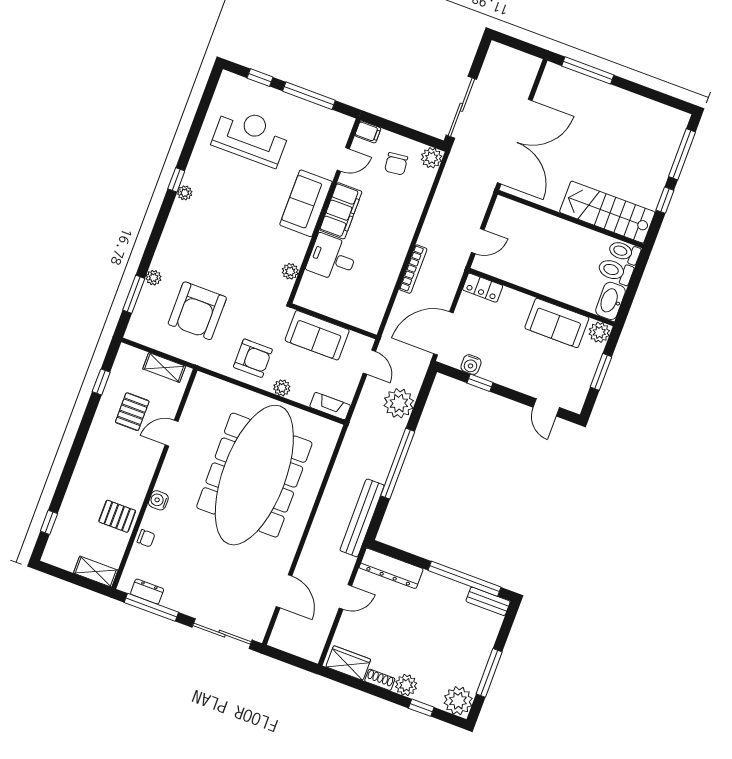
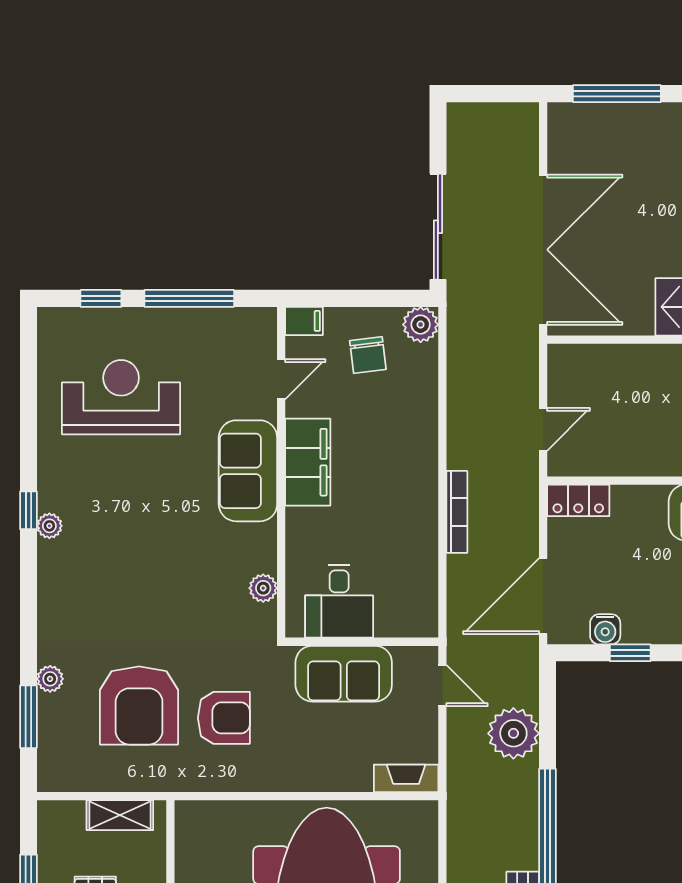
desk: (332, 258) -> (339, 601), moved, turned -90
armchair: (253, 358) -> (224, 718), moved
plant: (282, 388) -> (319, 778), removed

